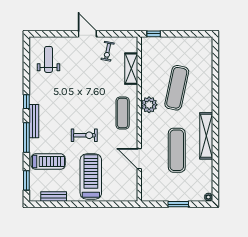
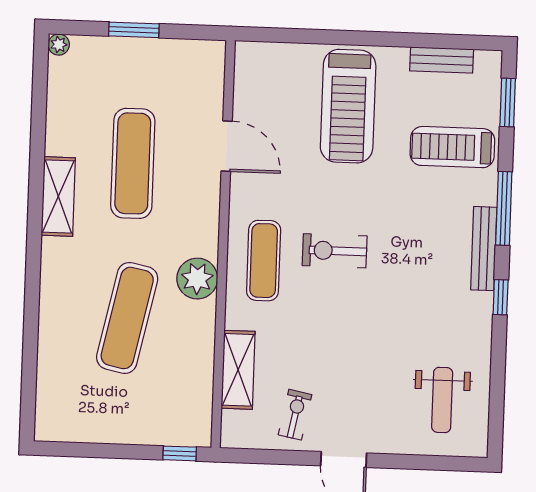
exercise bike: (84, 135) -> (335, 251), moved
shelving: (206, 136) -> (58, 196), width x0.68

